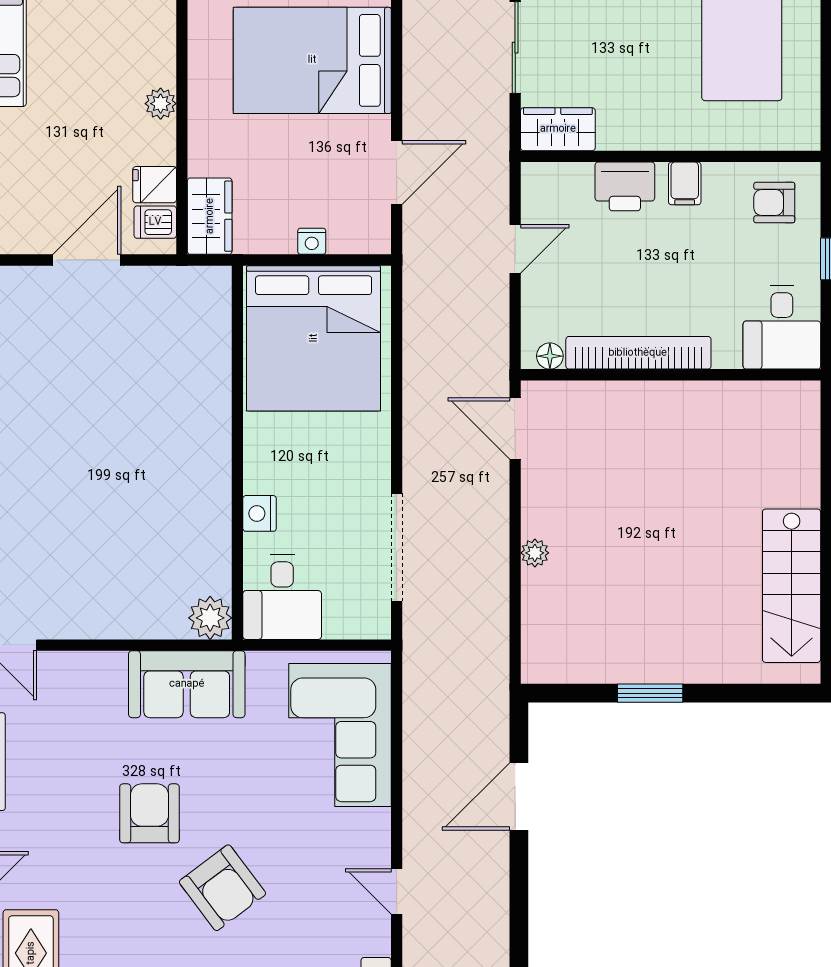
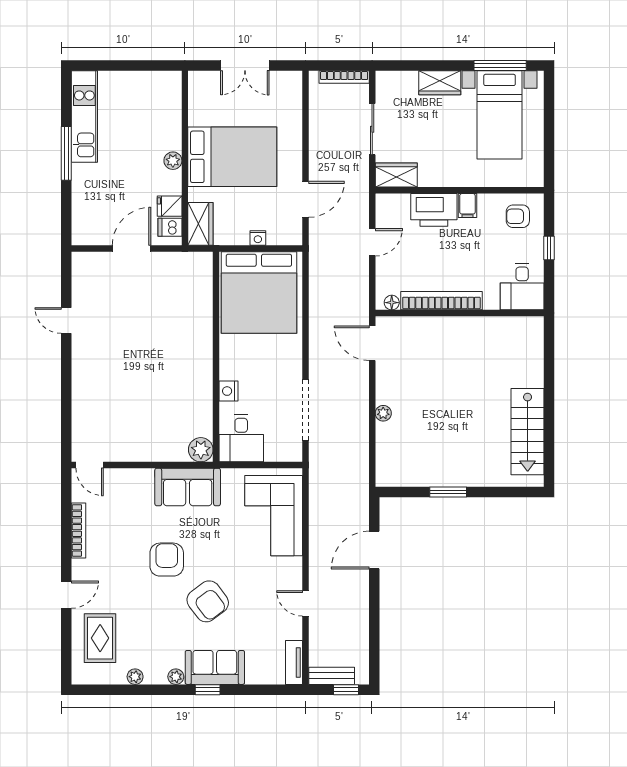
bed: (312, 60) -> (232, 157), moved, turned 180
printer: (625, 186) -> (434, 210), width x1.37, depth x1.19

